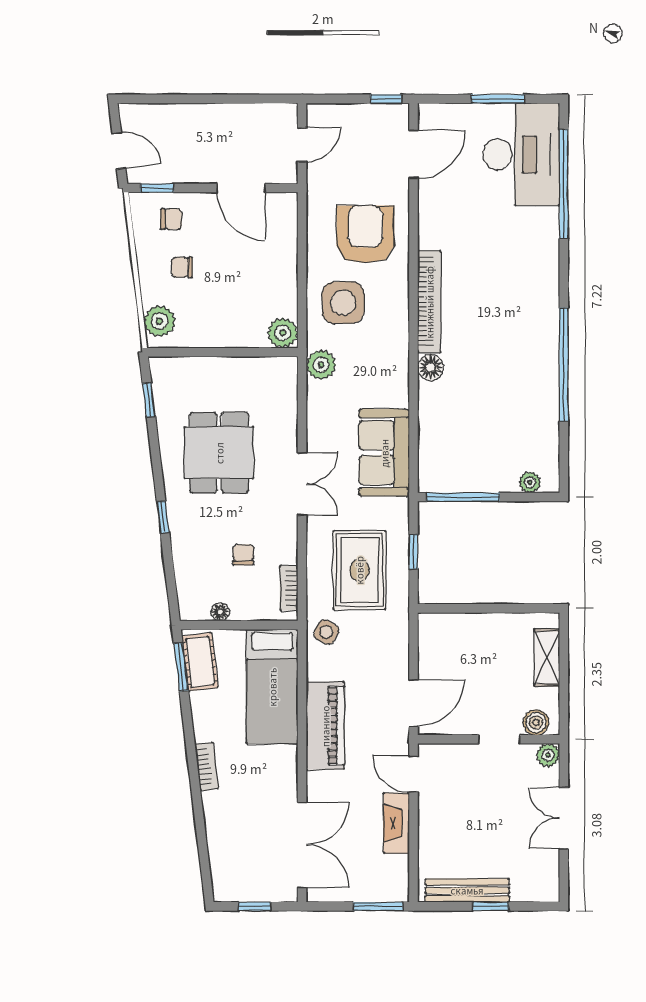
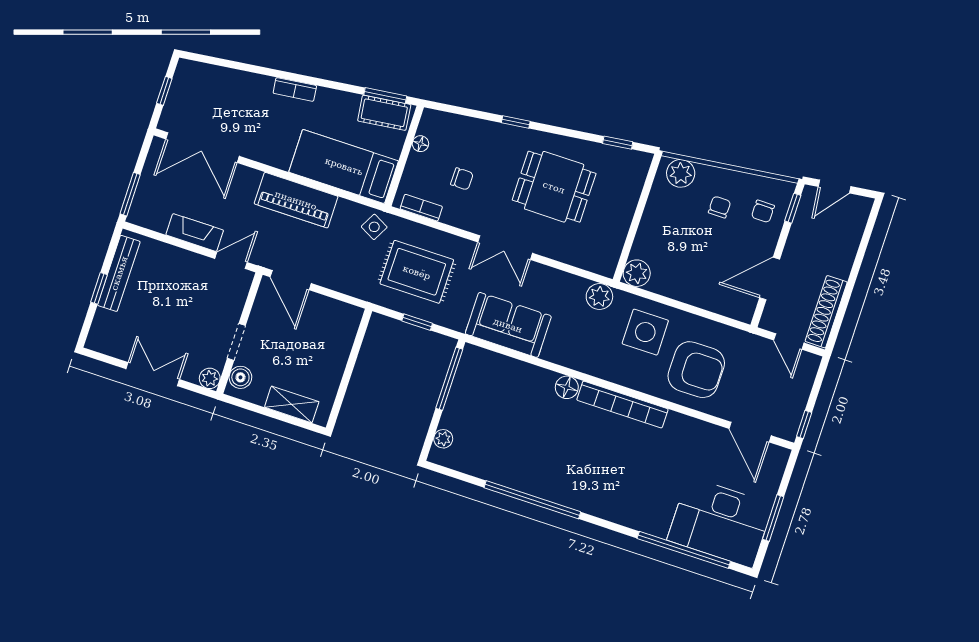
shoe rack: (257, 115) -> (826, 312), added

